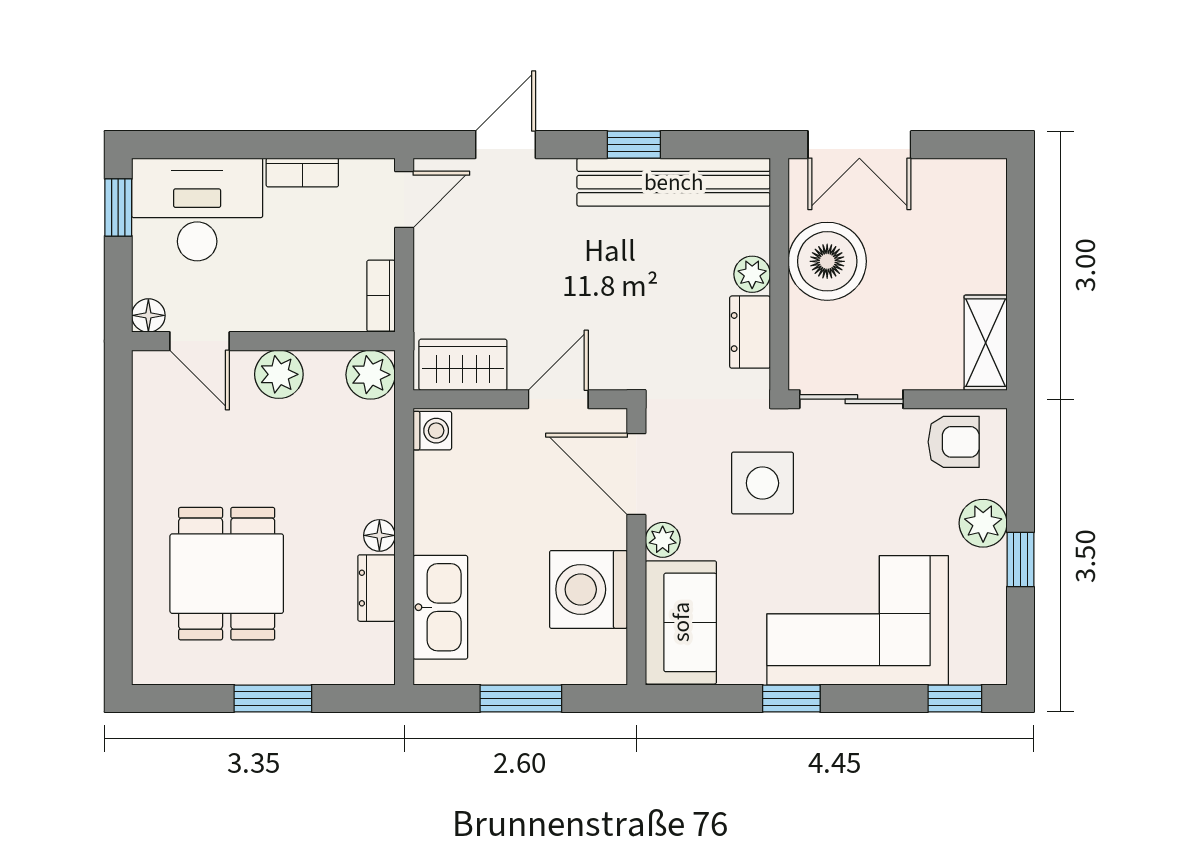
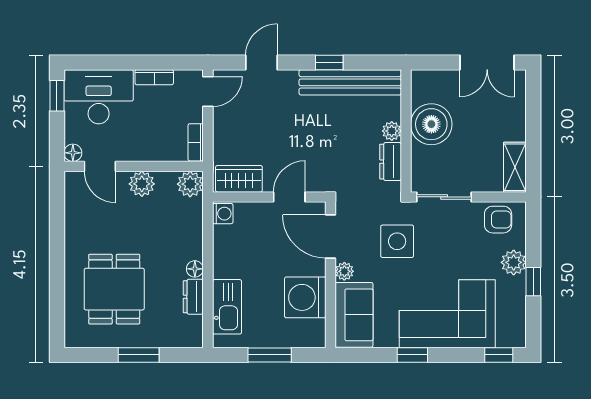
double door: (859, 145) -> (487, 63), moved

